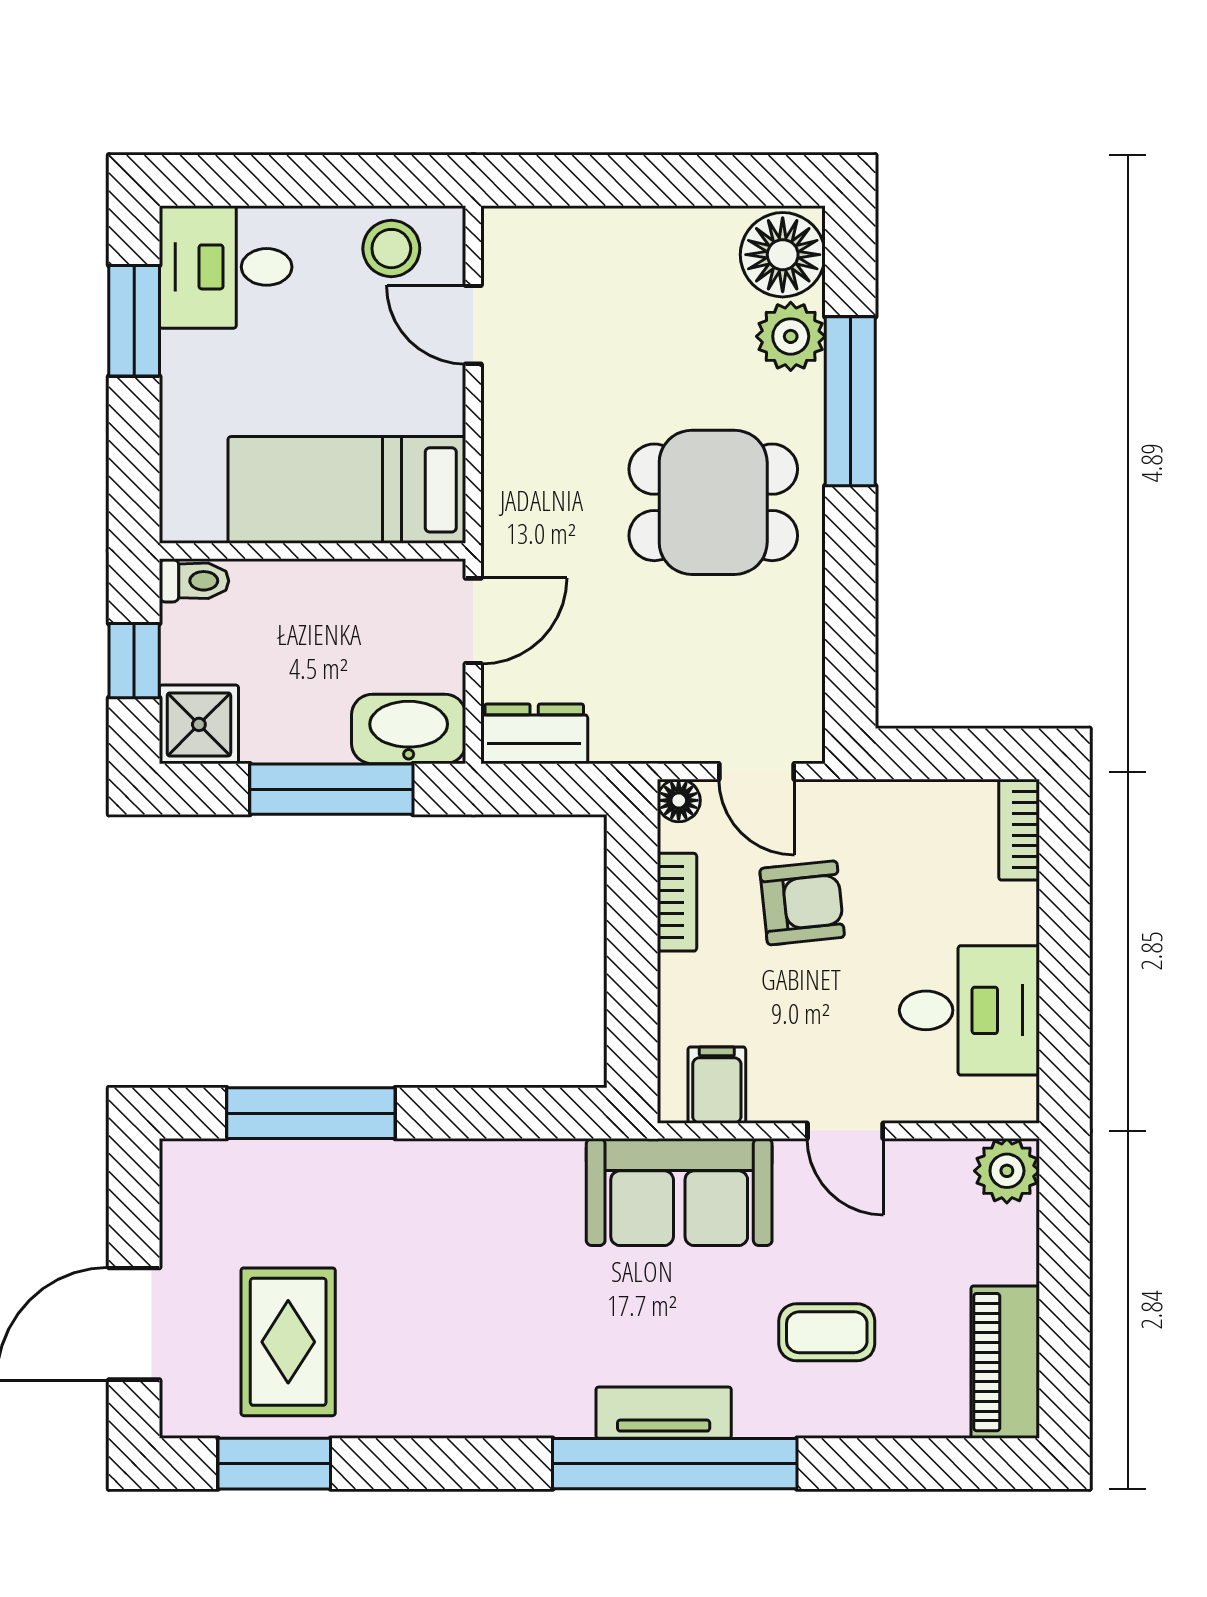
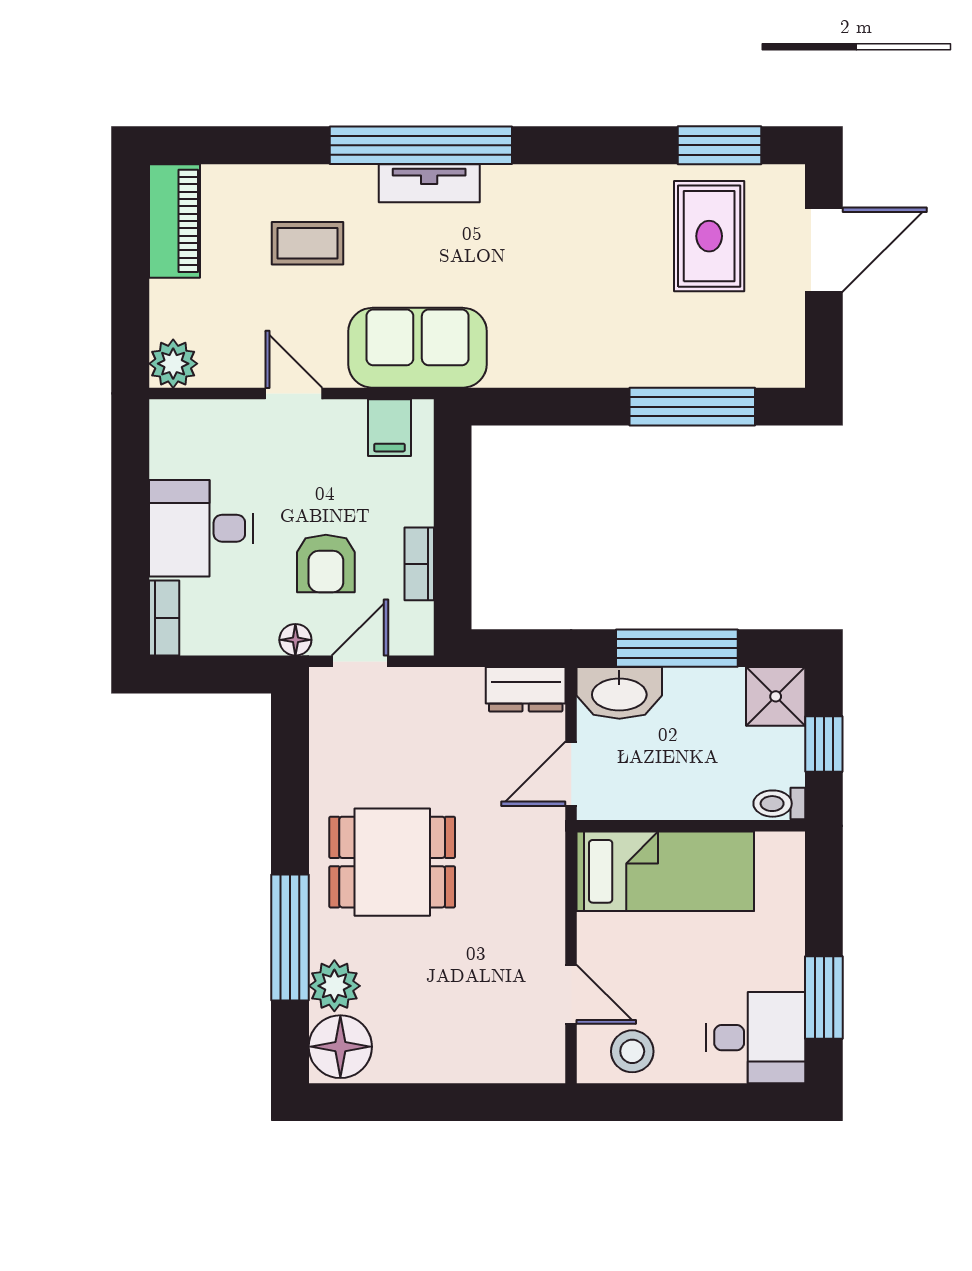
door: (757, 772) -> (360, 661), hinge flipped
floor lamp: (679, 800) -> (295, 640), moved
armchair: (802, 903) -> (326, 563), turned -84
desk: (969, 1010) -> (201, 528), moved

